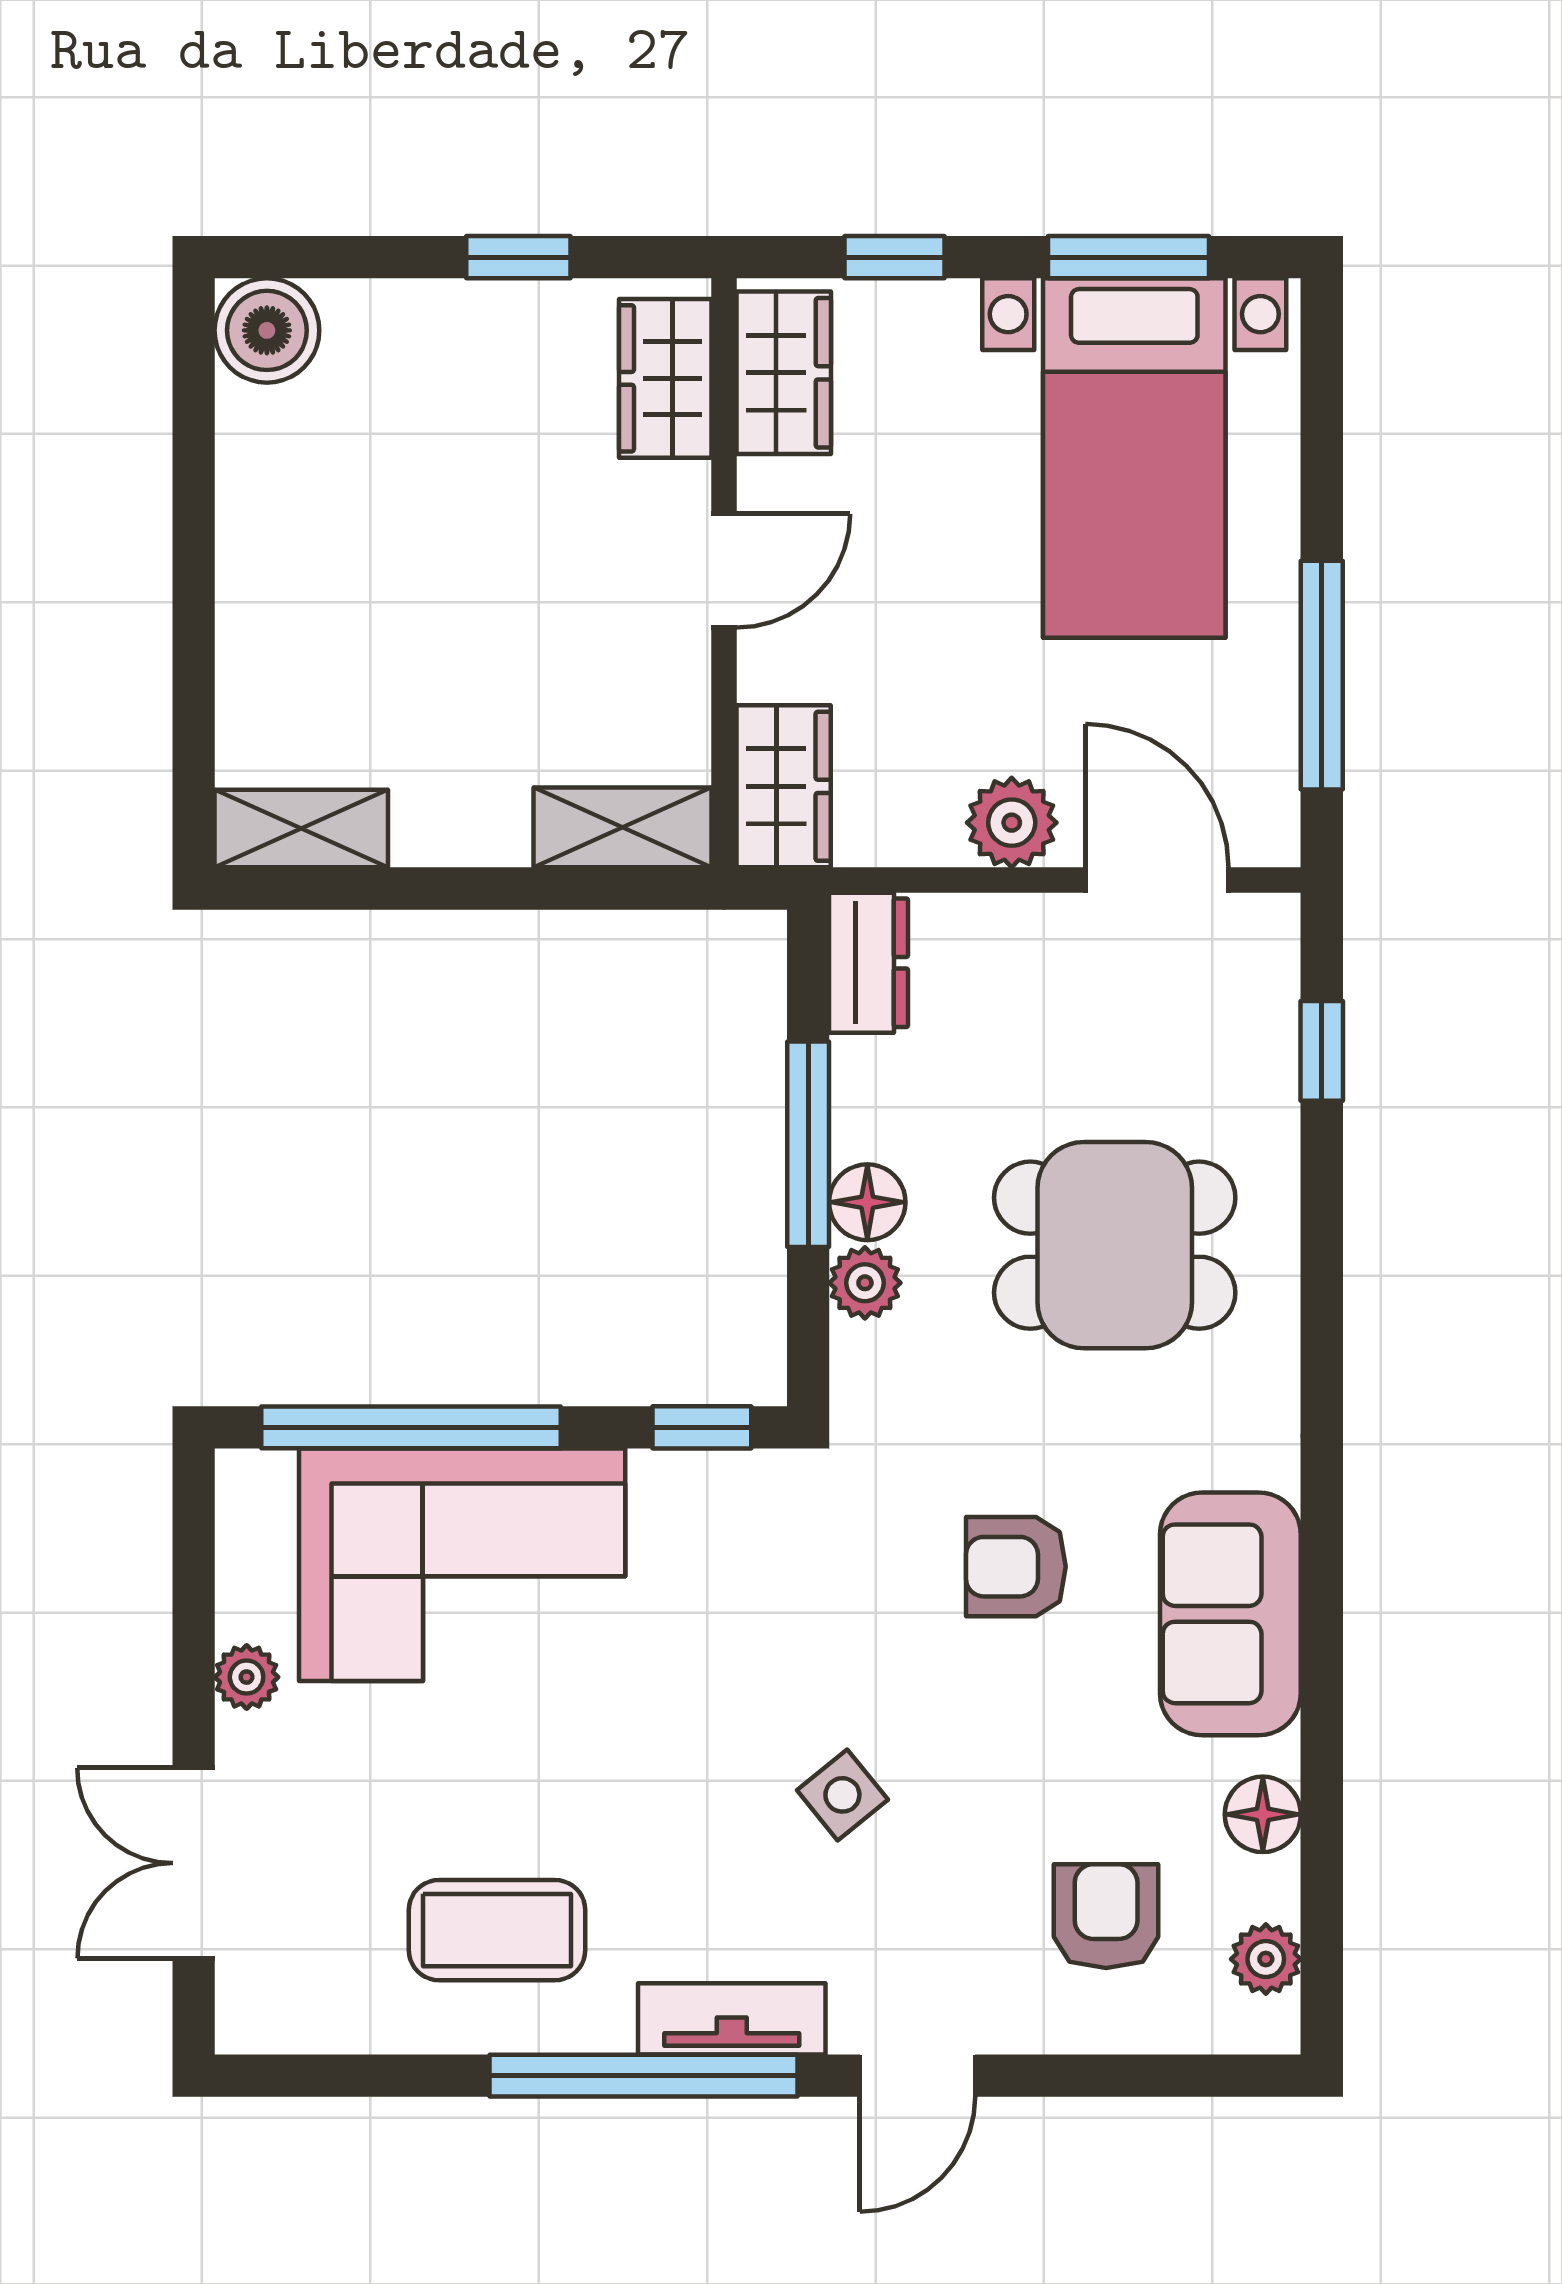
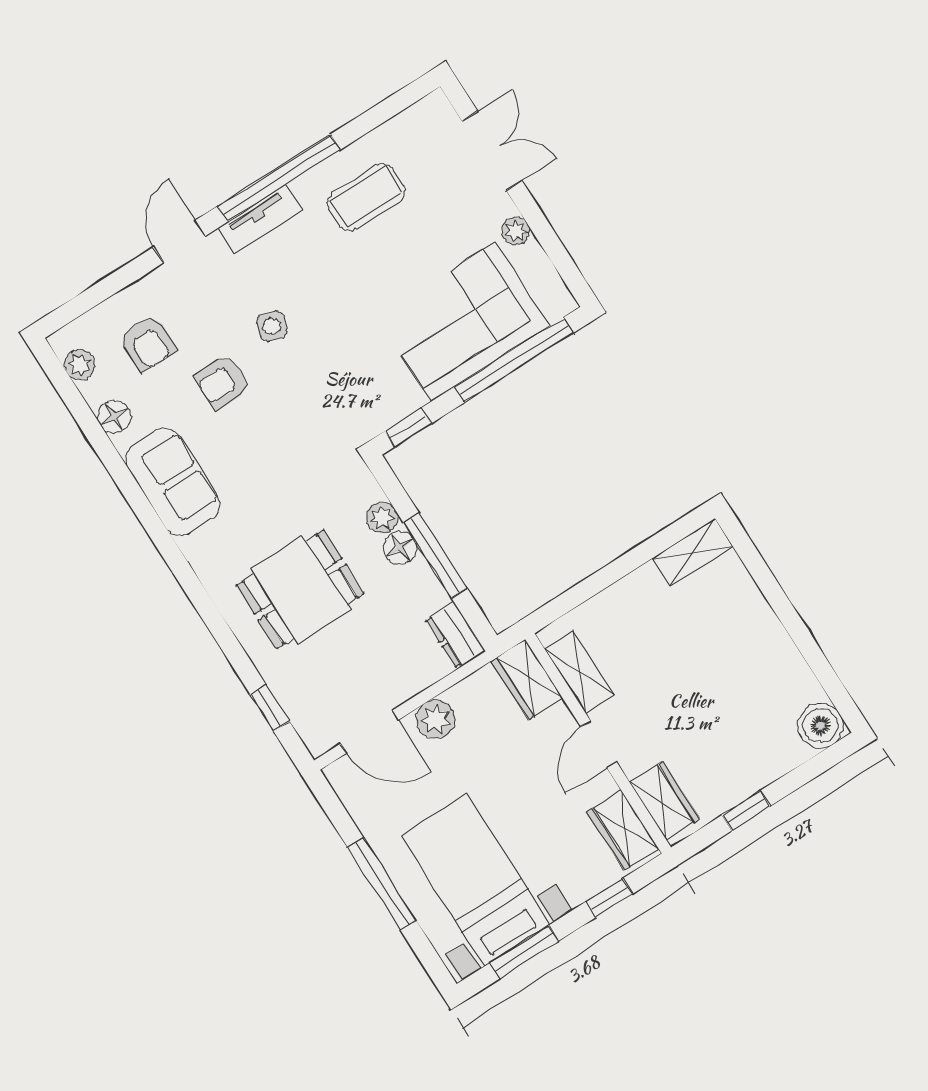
window: (1322, 675) -> (382, 884), moved
shelving: (622, 827) -> (580, 672), moved, turned 90
armchair: (1016, 1567) -> (222, 382), moved, turned 180
side table: (842, 1795) -> (272, 326), turned -32

